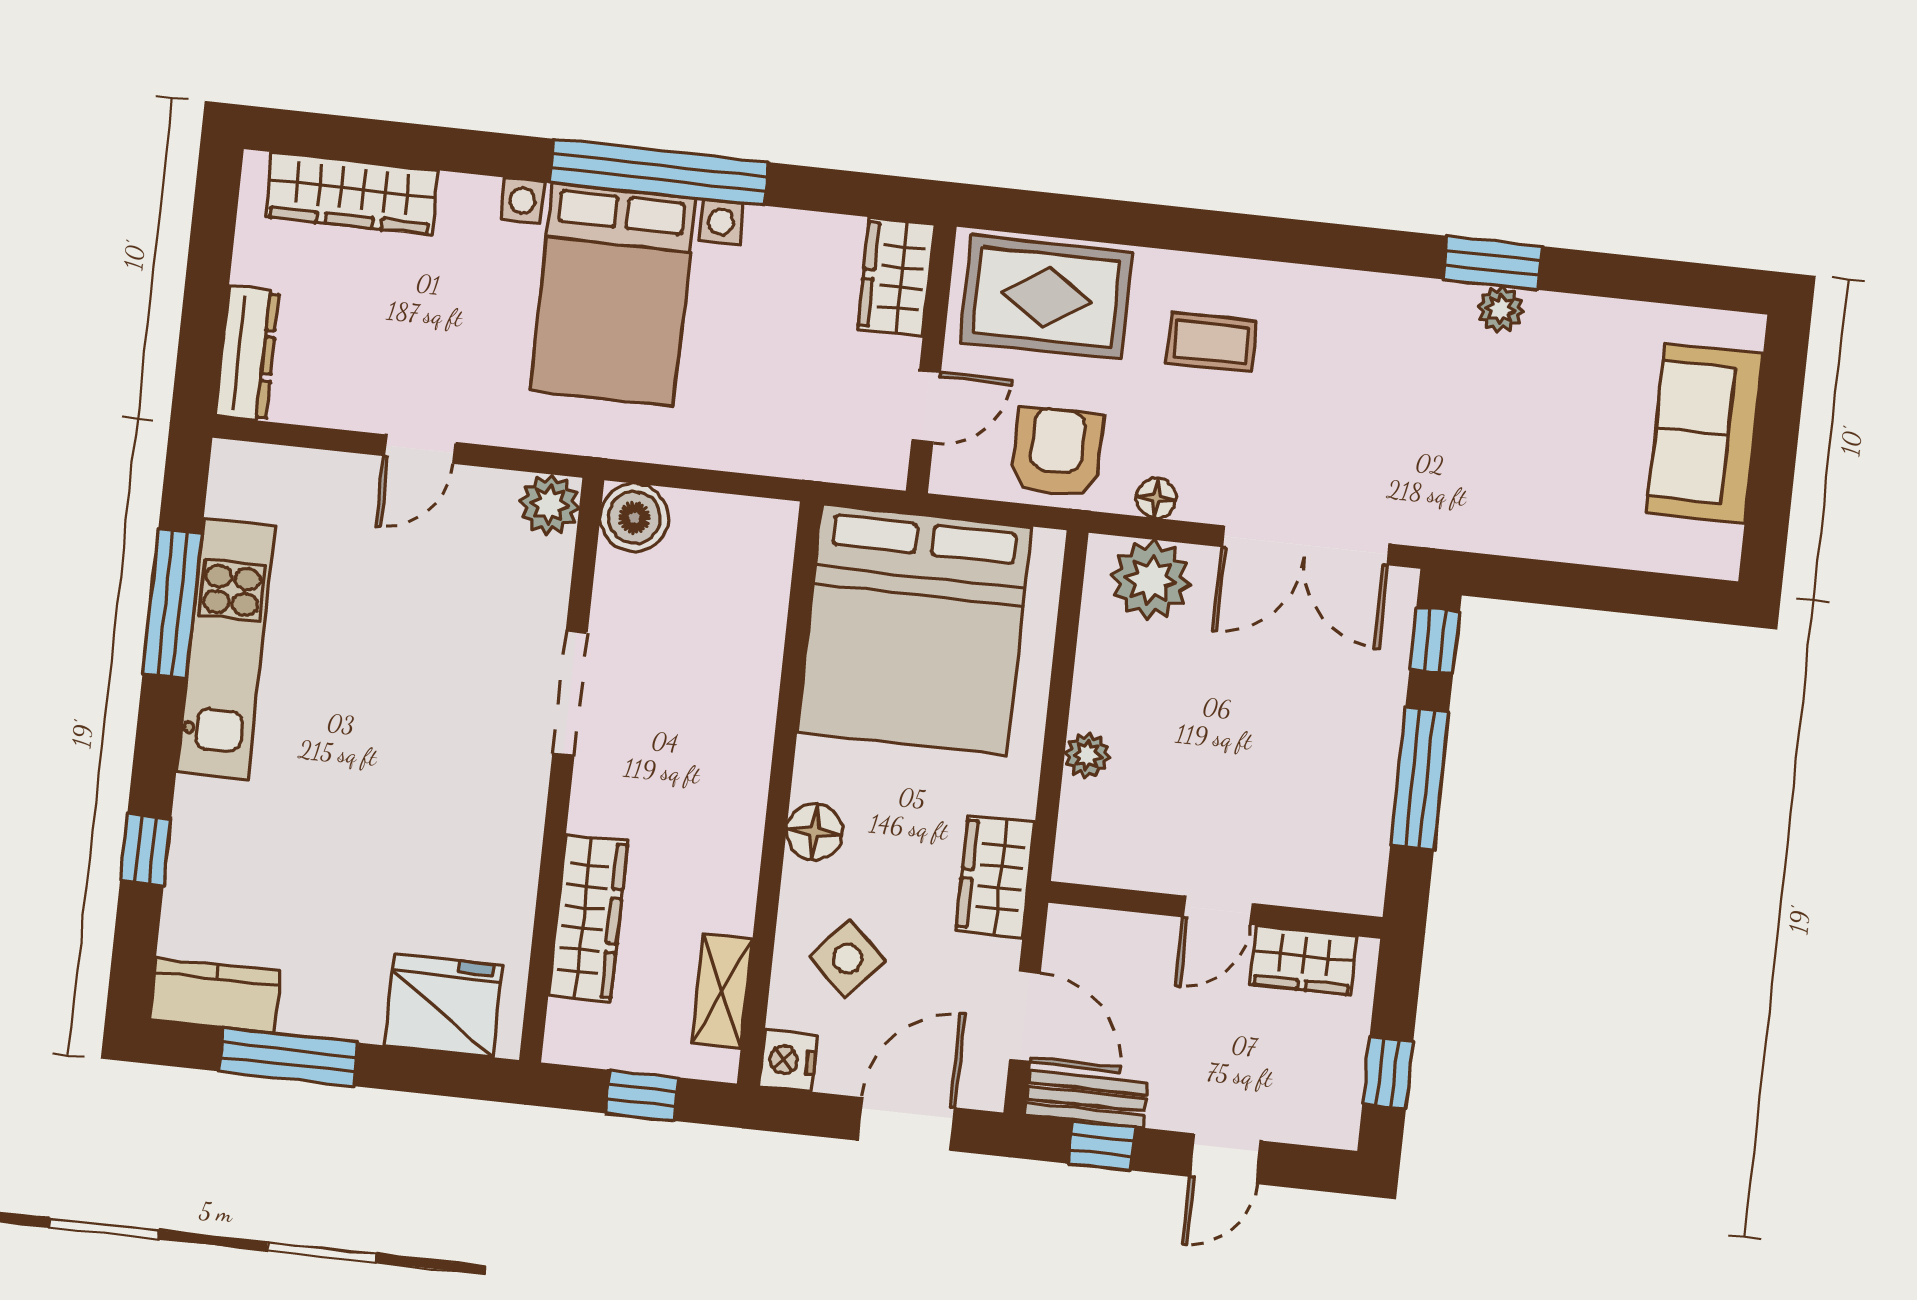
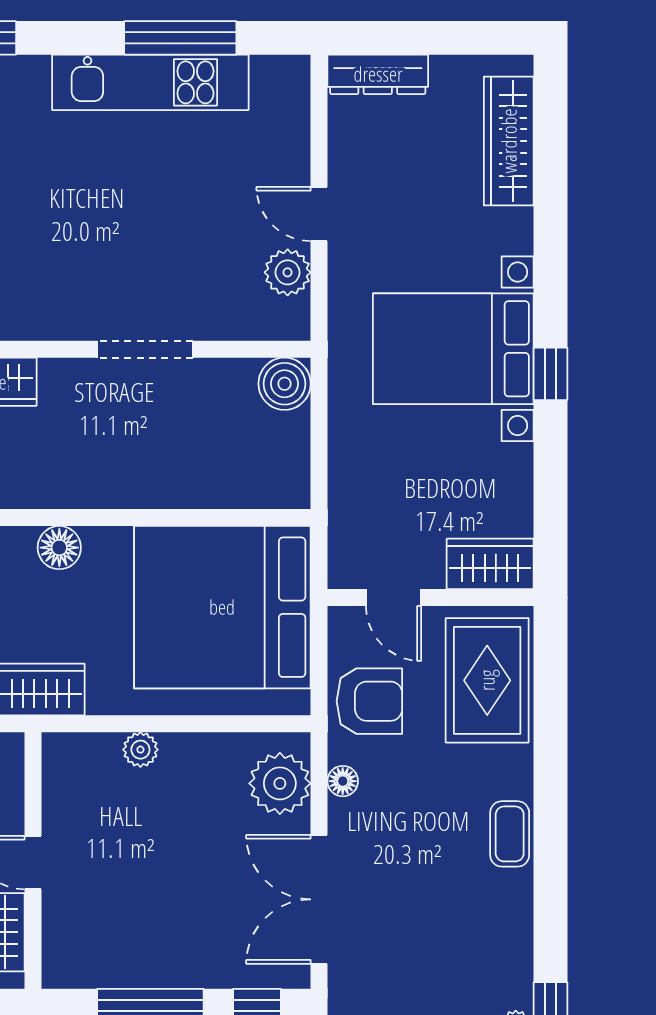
window: (659, 172) -> (550, 374), width x0.32
coffee table: (1211, 342) -> (510, 834), moved
plant: (549, 504) -> (288, 272), moved

